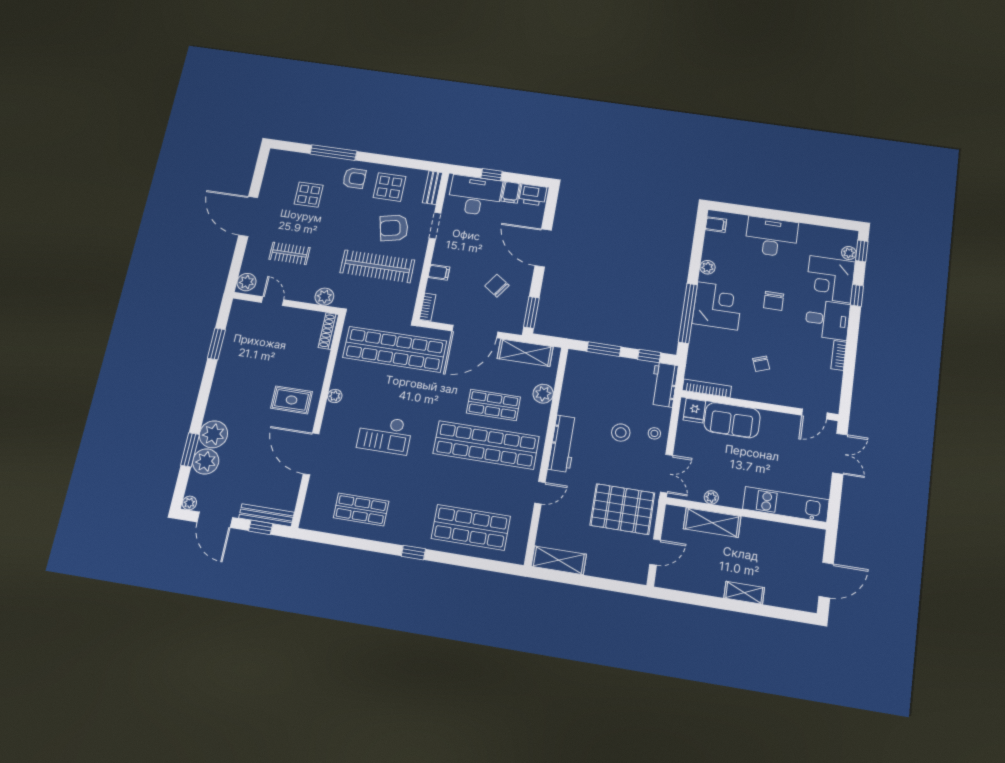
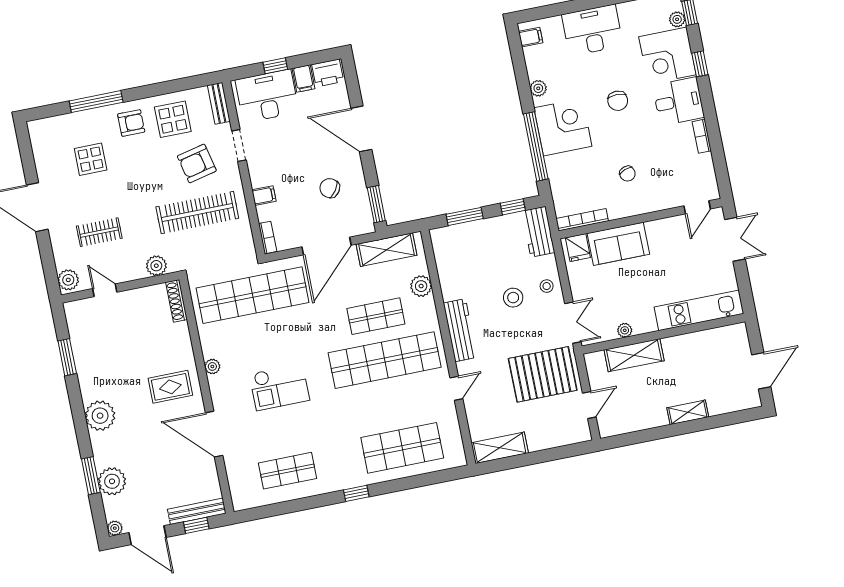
plant: (213, 434) -> (100, 416), moved

